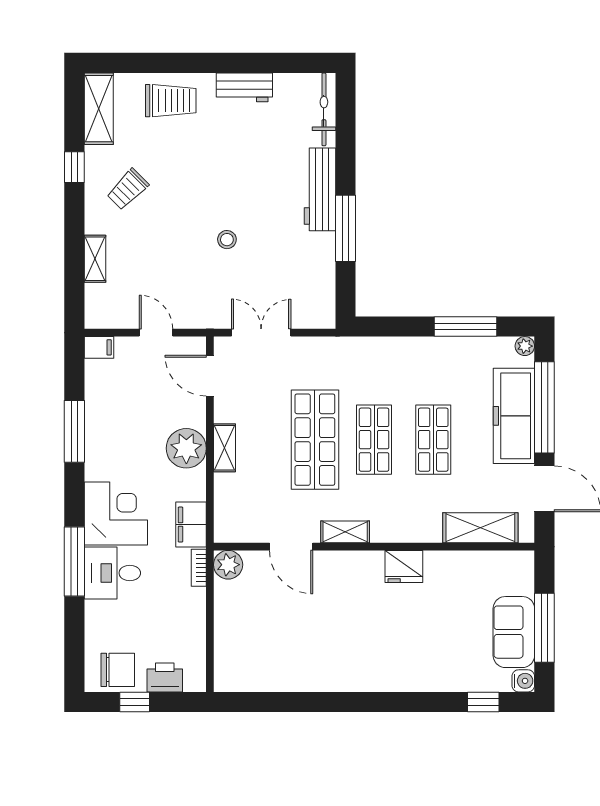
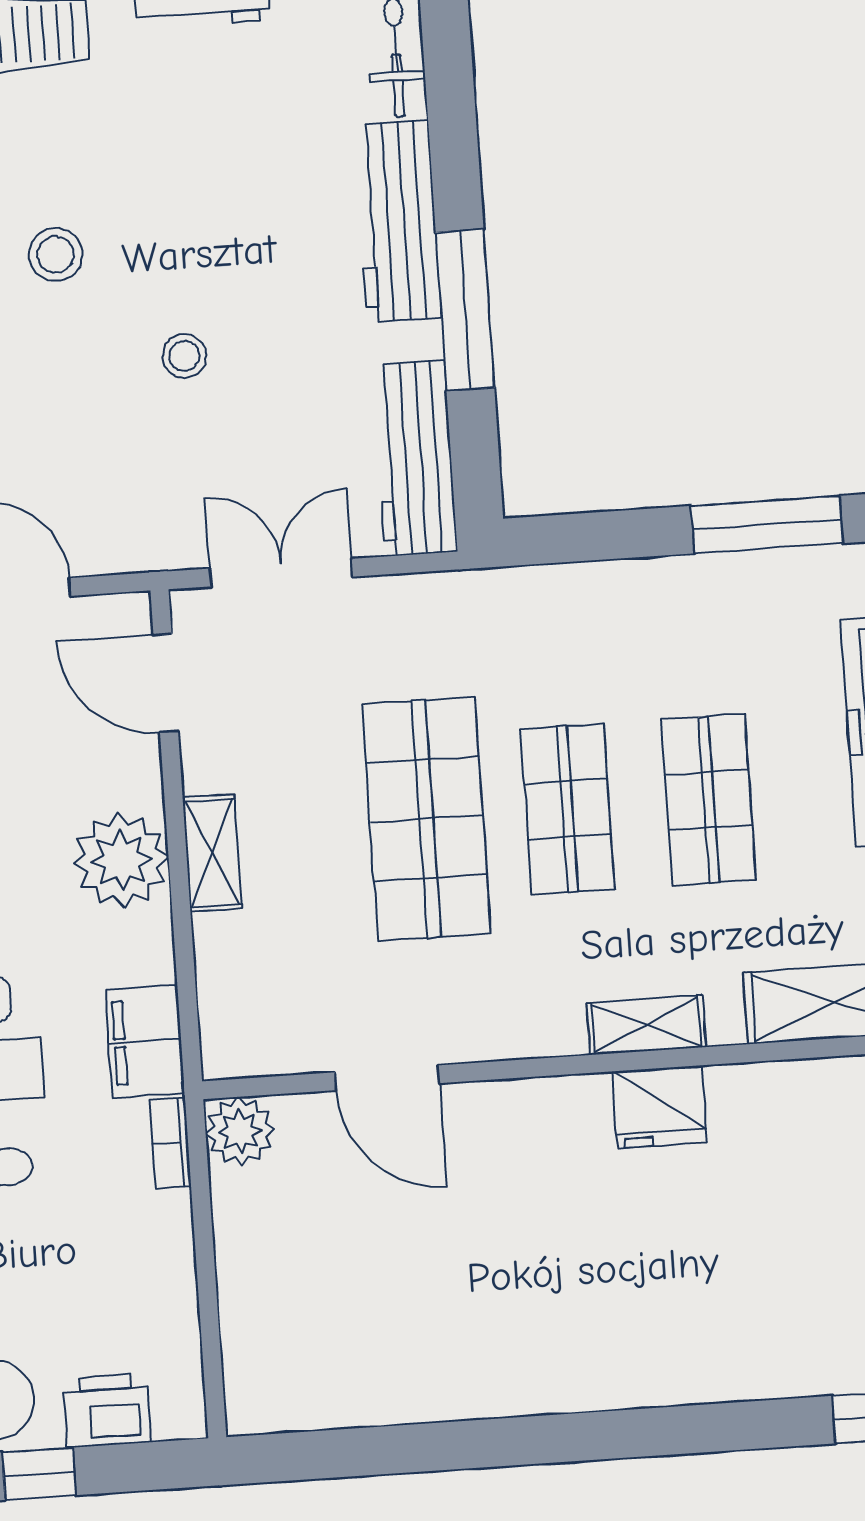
stool: (176, 193) -> (56, 254), added
workbench: (320, 289) -> (415, 458), added
shelving: (345, 532) -> (646, 1025), moved

